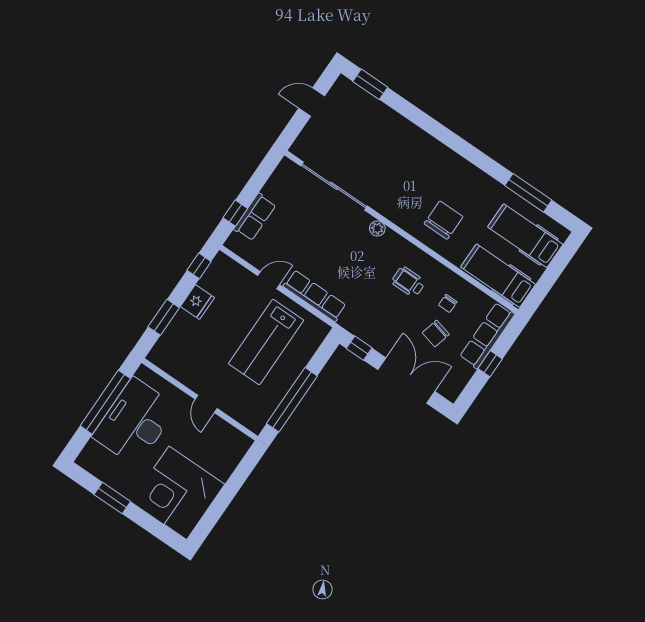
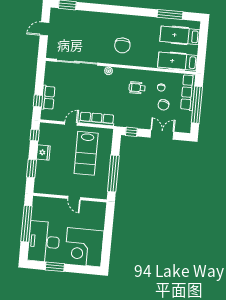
chair: (444, 220) -> (122, 45), moved, turned 180
window: (490, 364) -> (197, 105), width x3.17
double door: (406, 381) -> (162, 135), width x0.73
desk: (135, 422) -> (44, 242), moved

